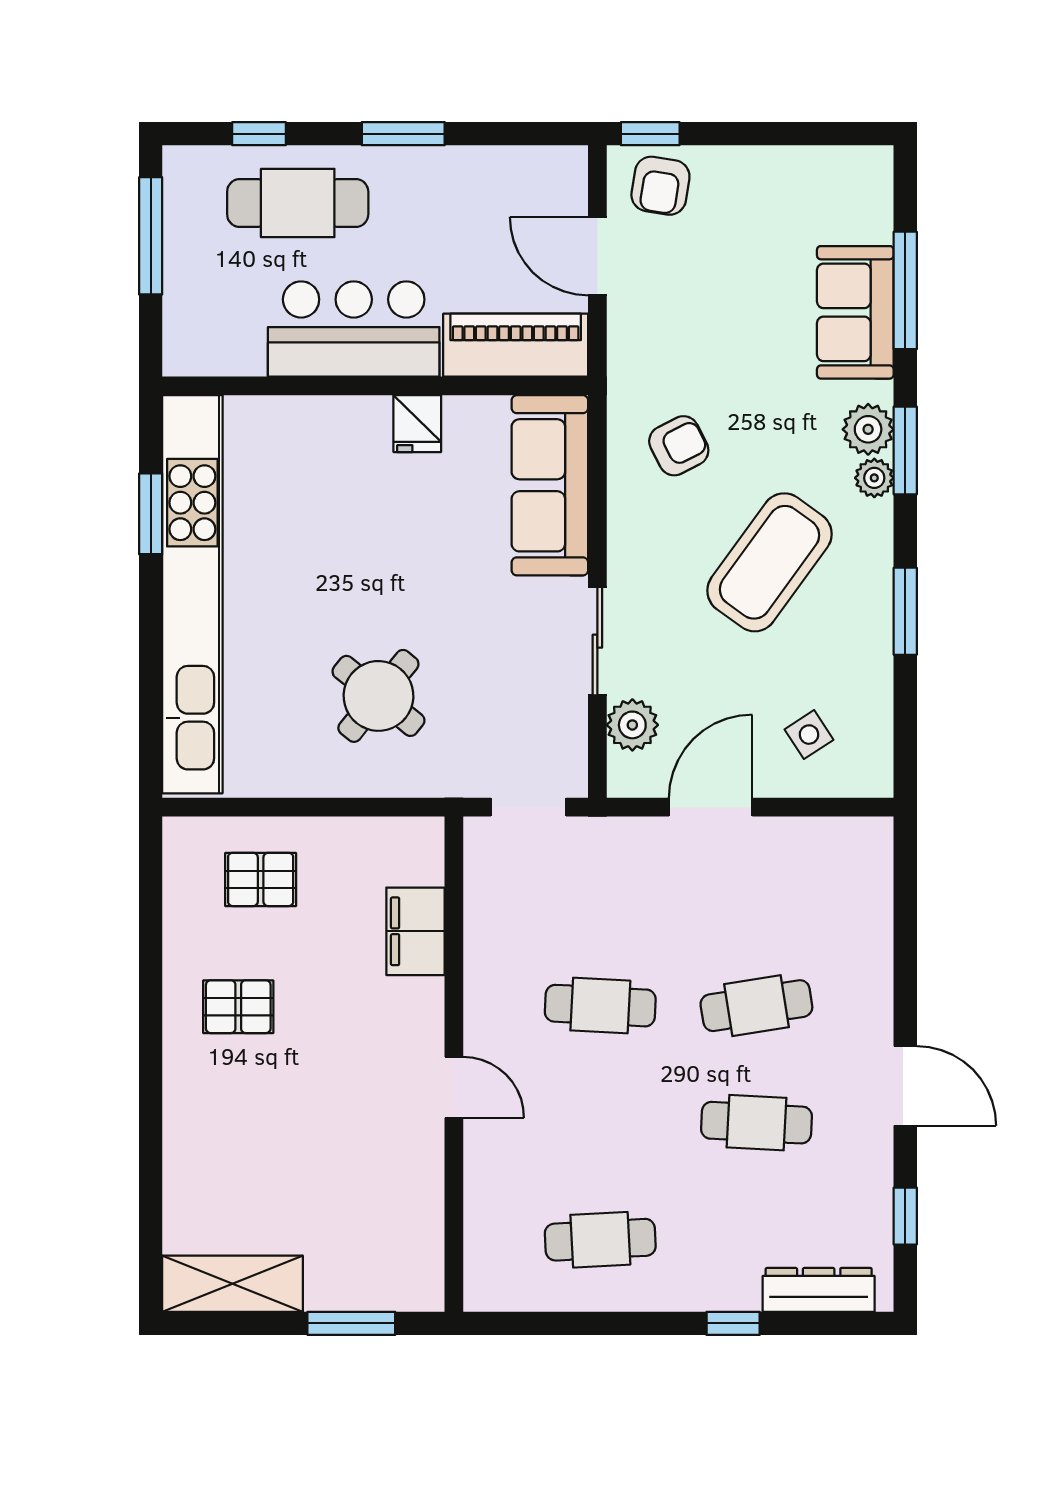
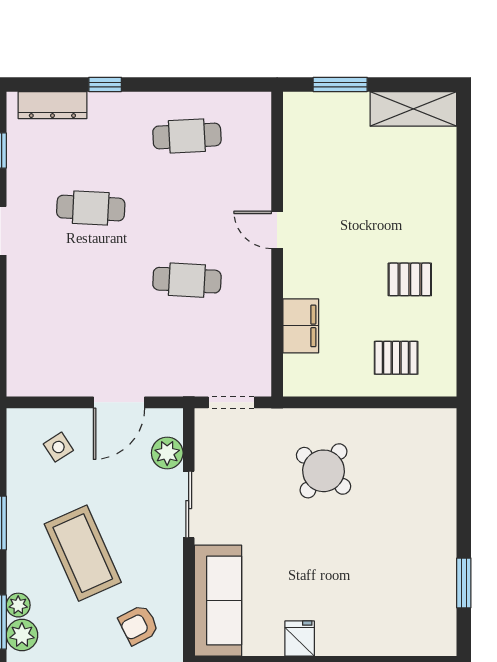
coffee table: (769, 562) -> (83, 553), turned -60
kitchen unit: (192, 594) -> (438, 533), removed
cafe table: (756, 1006) -> (91, 280), removed

